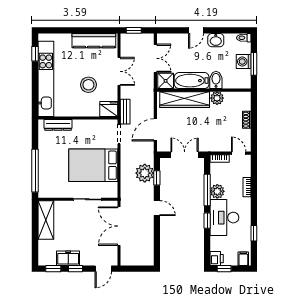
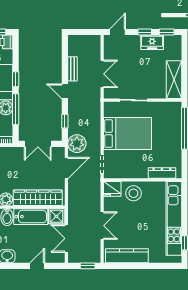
door: (196, 30) -> (37, 266), moved
double door: (119, 71) -> (102, 226), swing flipped
stool: (88, 85) -> (133, 193), moved
bench: (125, 112) -> (73, 69), moved
plant: (145, 173) -> (77, 144), moved
double door: (119, 226) -> (102, 74), width x0.73

